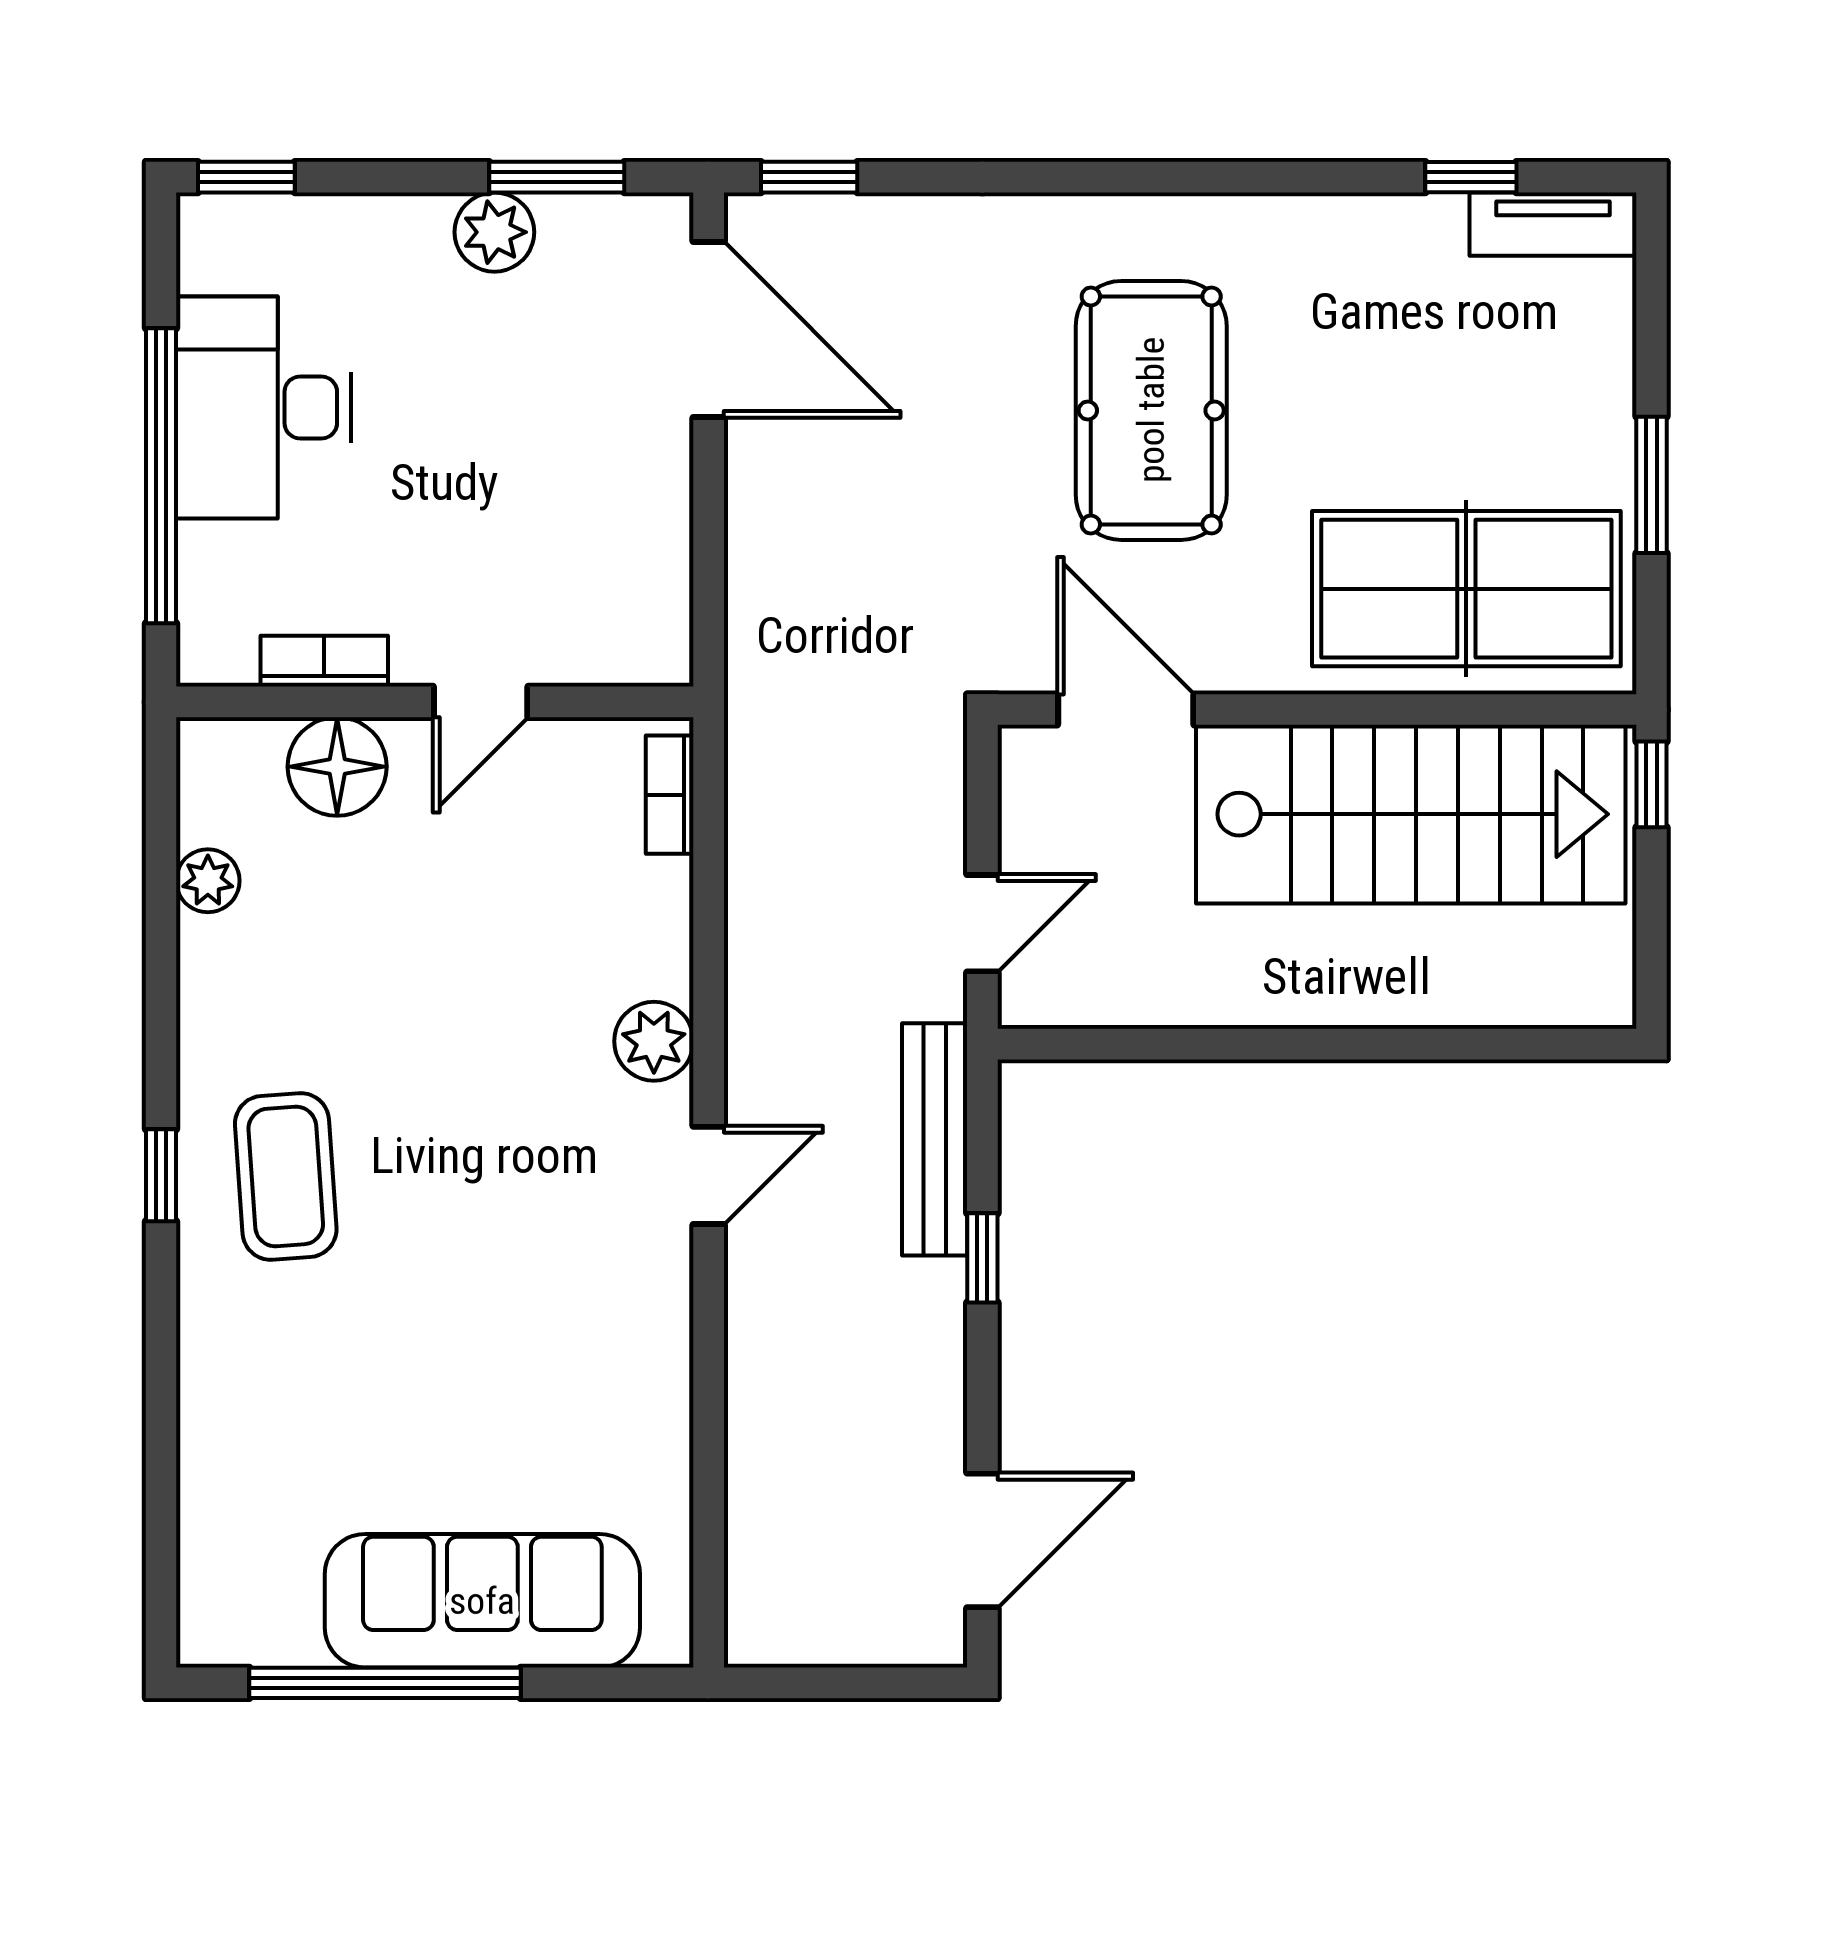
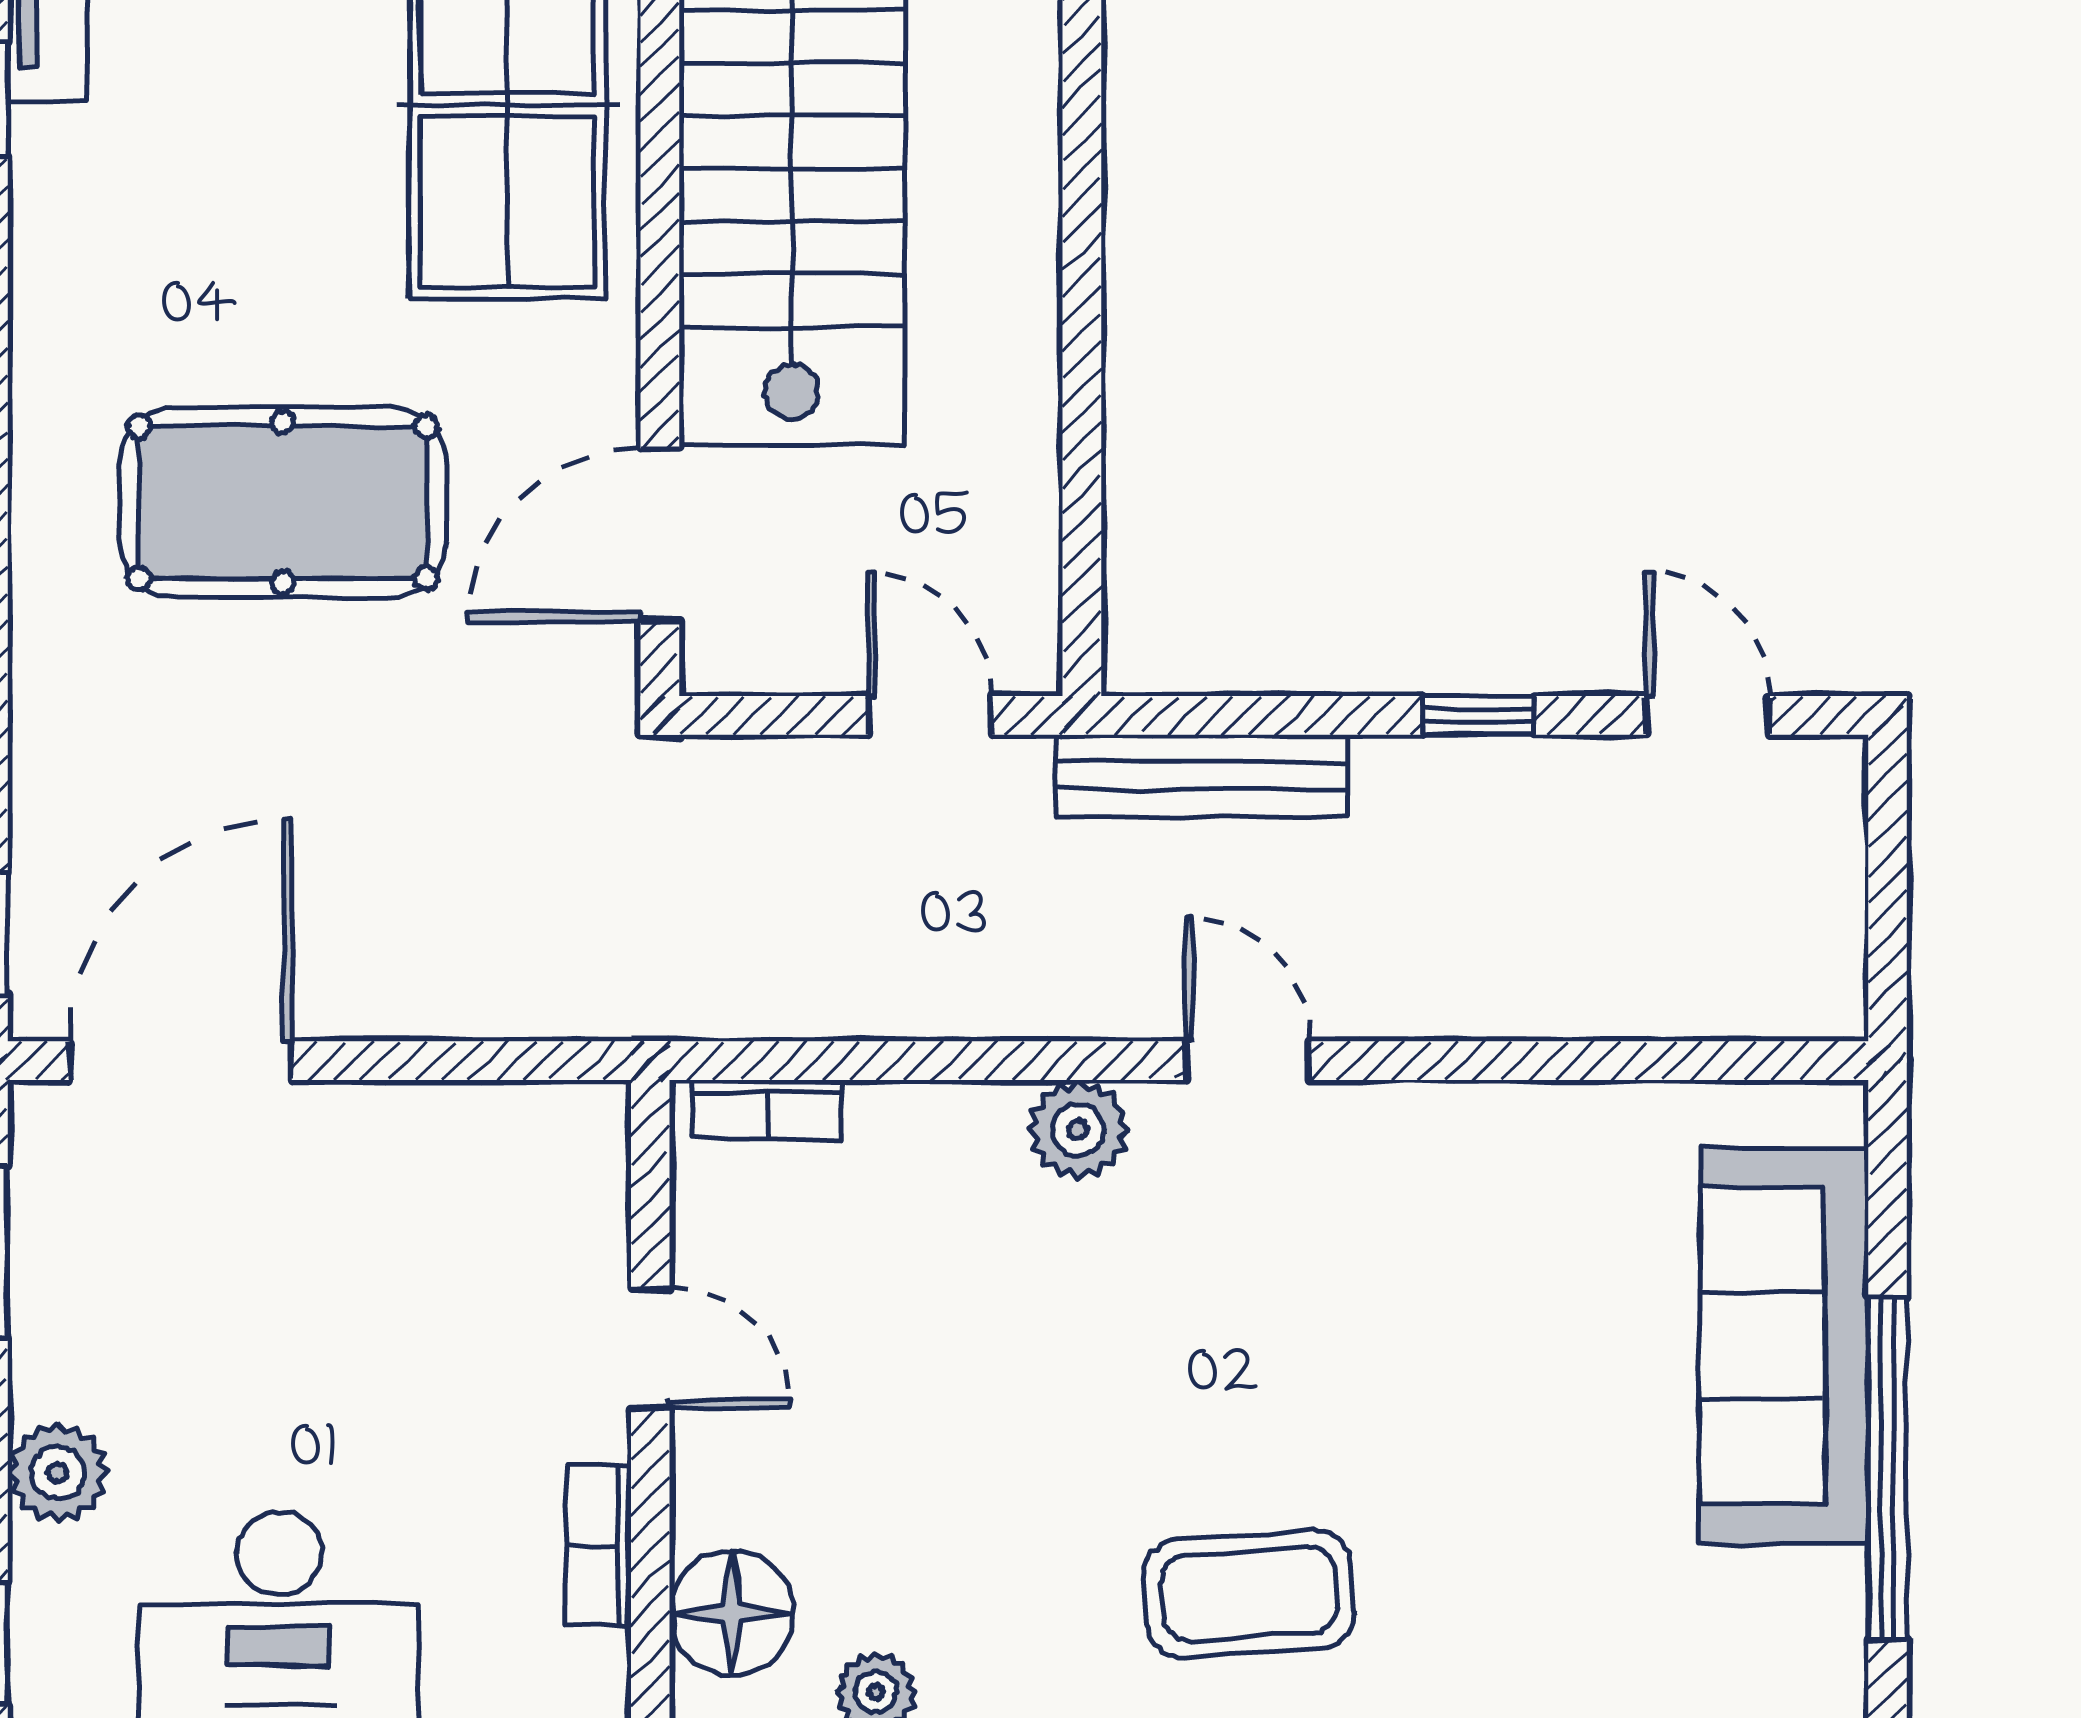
plant: (494, 232) -> (58, 1473), moved
floor lamp: (337, 767) -> (732, 1613), moved
window: (982, 1258) -> (1478, 715), moved
door: (982, 1540) -> (1708, 715), width x0.73

